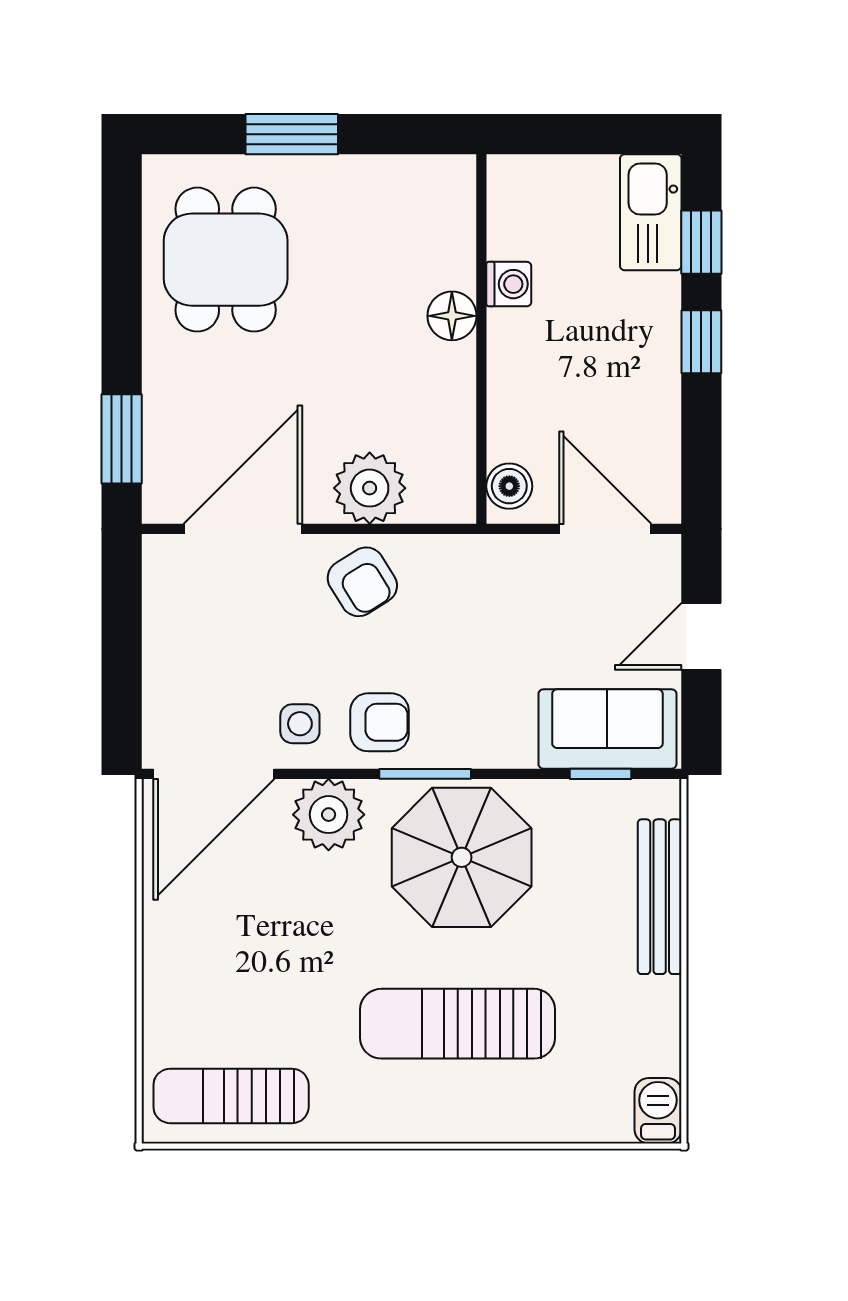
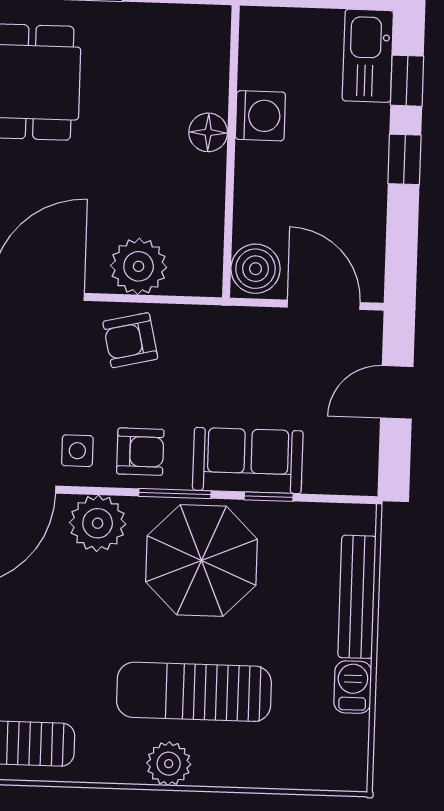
washing machine: (509, 284) -> (260, 116), width x1.38, depth x1.38
boiler: (509, 486) -> (256, 269), width x1.36, depth x1.36
armchair: (362, 582) -> (130, 340), turned 109
sofa: (607, 729) -> (248, 461), moved
window: (600, 774) -> (269, 497), moved
barbecue: (658, 1111) -> (353, 687), moved
plant: (429, 1116) -> (169, 764), added

